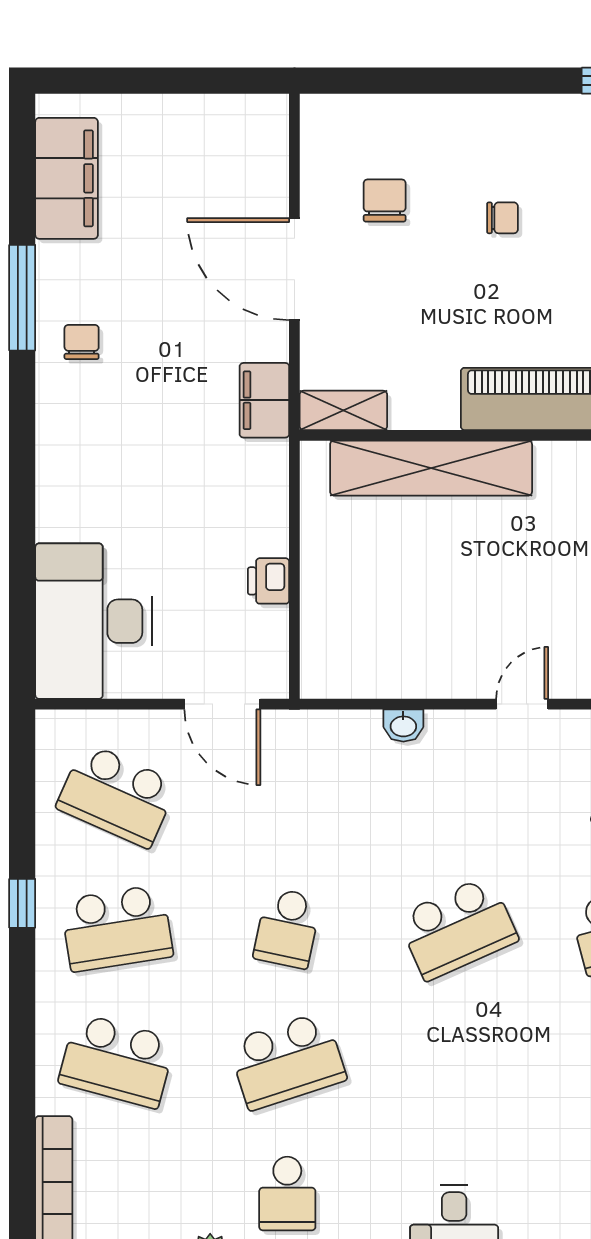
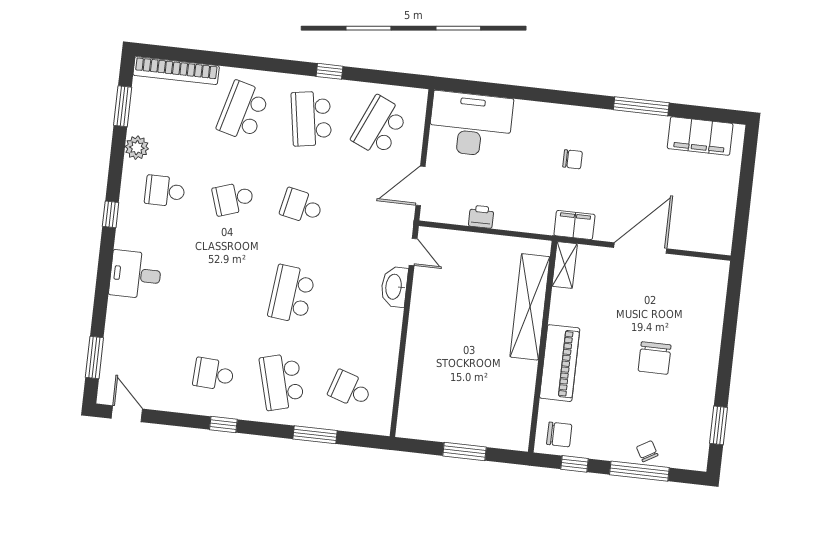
chair: (385, 201) -> (670, 298), removed
chair: (502, 218) -> (655, 358), width x1.87, depth x1.87
chair: (82, 342) -> (572, 159), moved
door: (522, 704) -> (413, 252), moved
washbasin: (403, 725) -> (394, 287), width x1.91, depth x1.45
school desk: (458, 928) -> (292, 294), turned 30
school desk: (287, 1061) -> (233, 199), width x0.54

